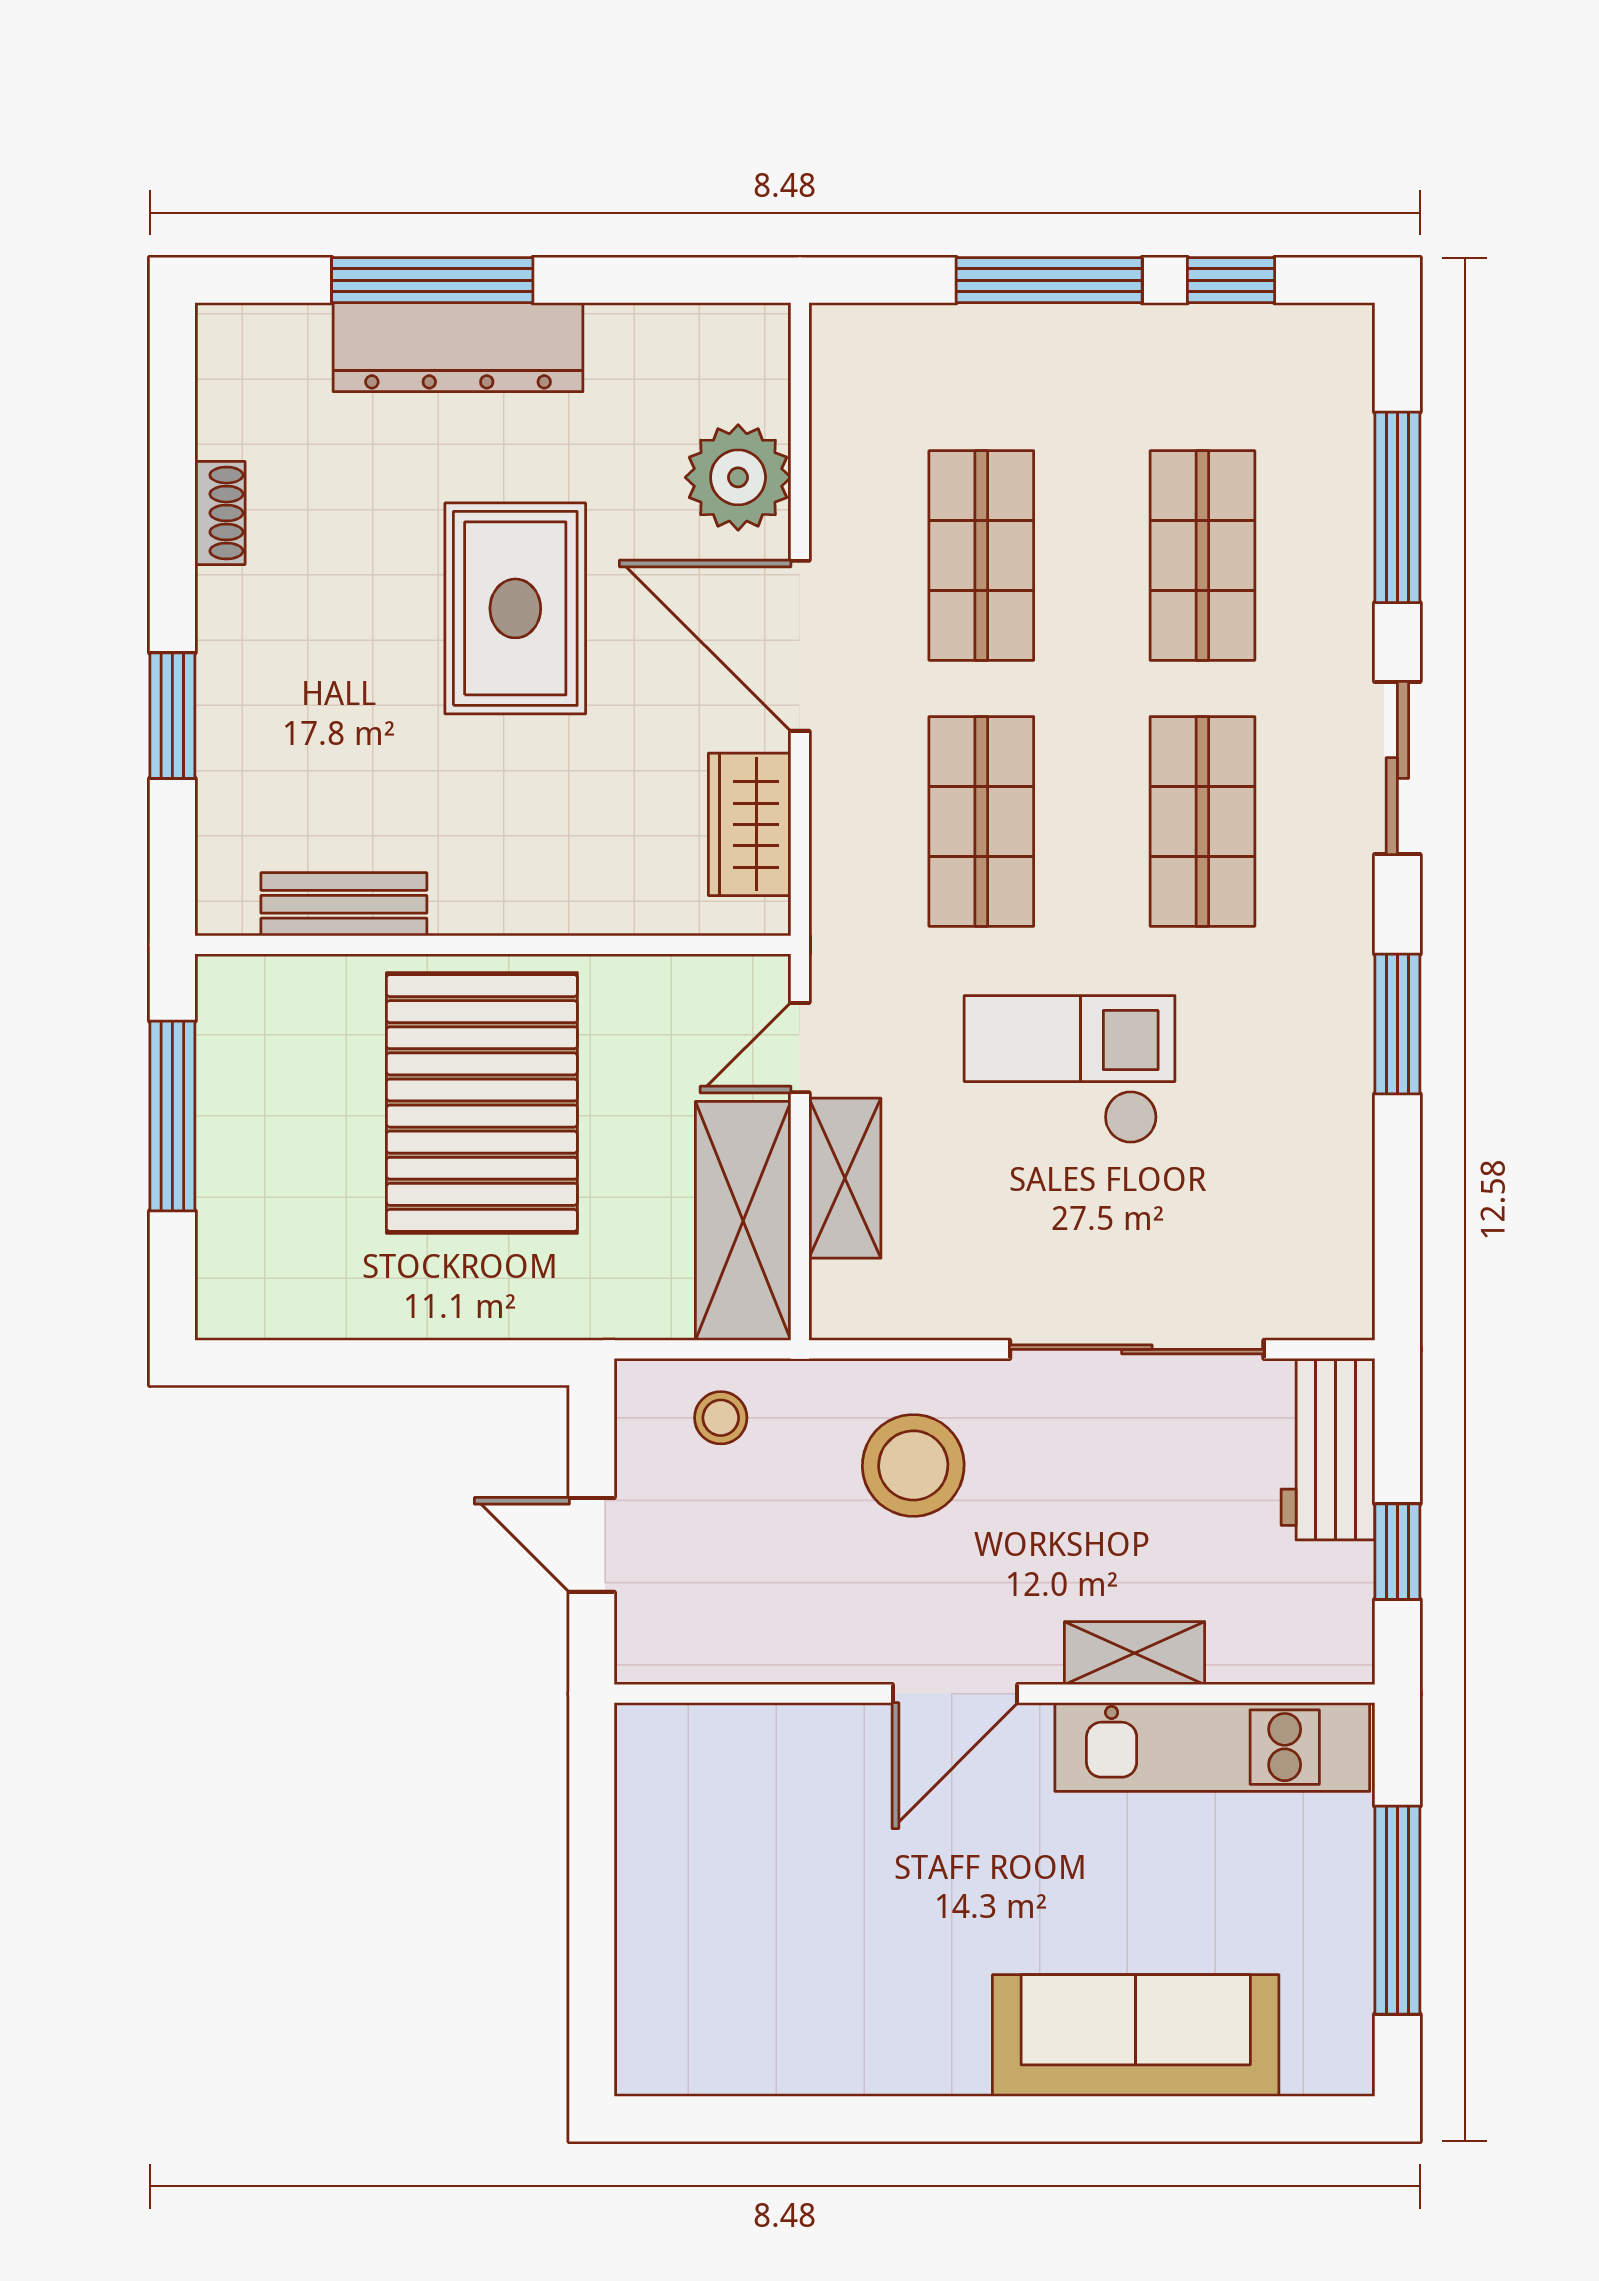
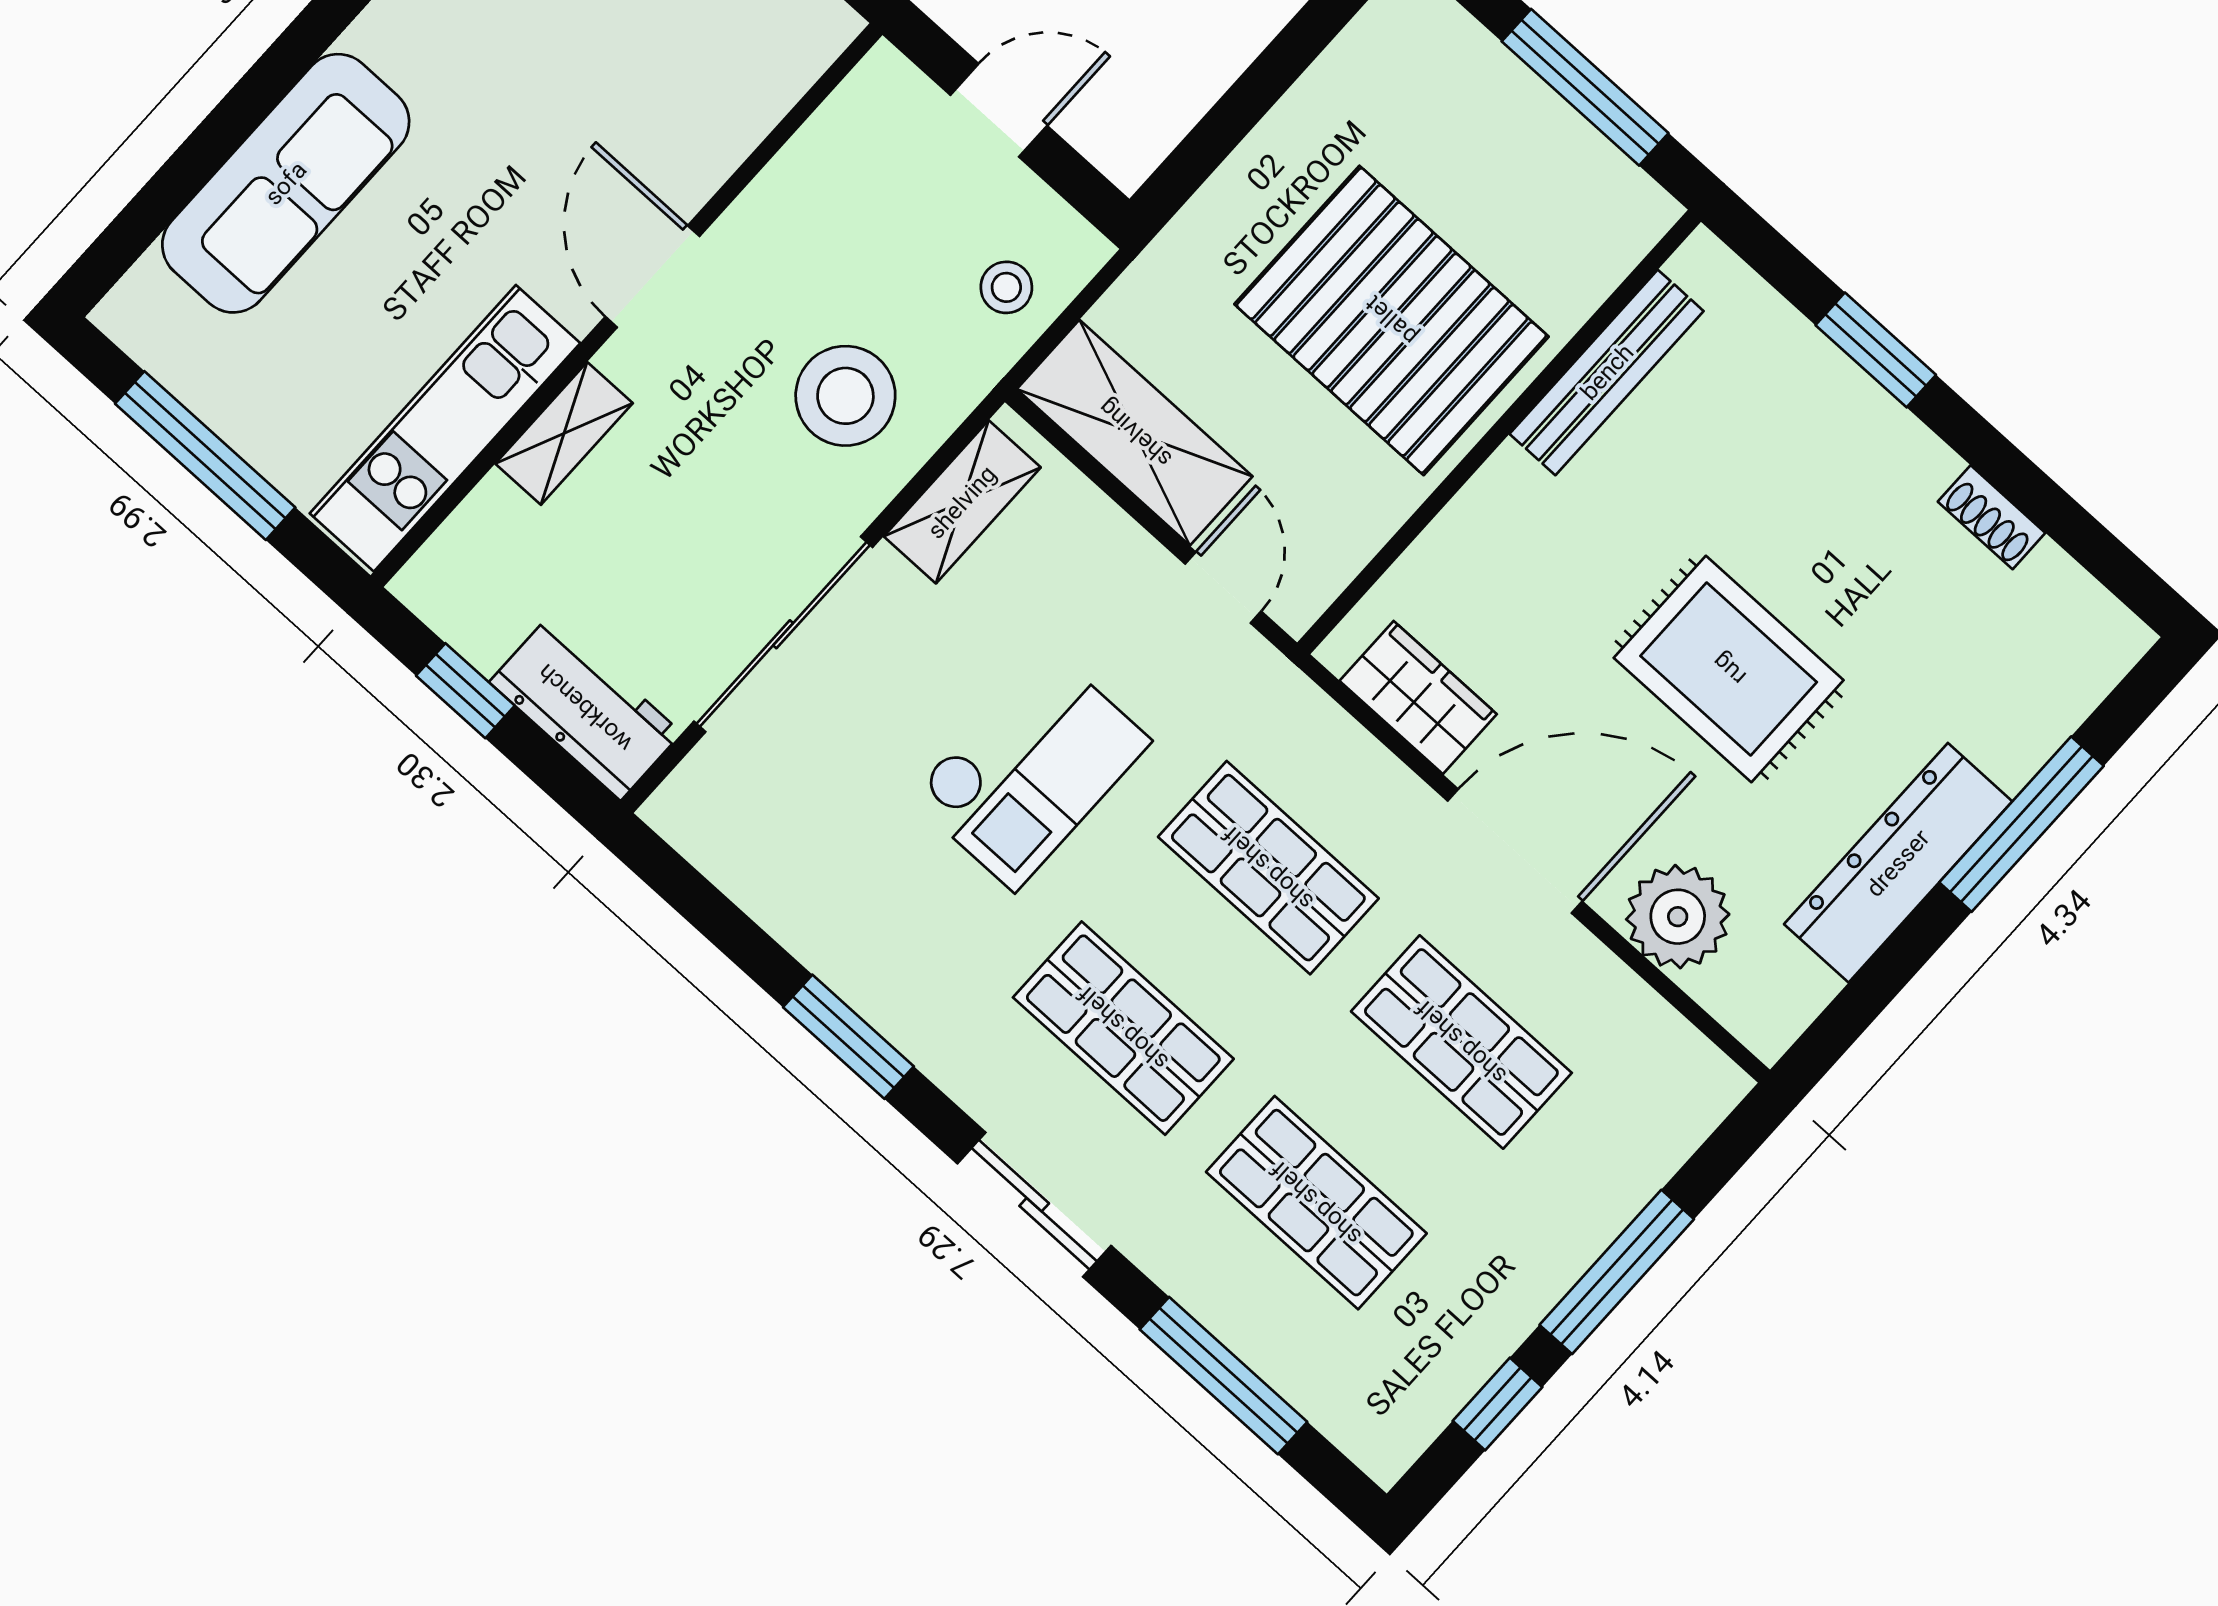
dresser: (458, 347) -> (1898, 863), moved
bench: (344, 904) -> (1607, 372), width x1.36
shelving: (845, 1178) -> (962, 502), moved, turned 90

